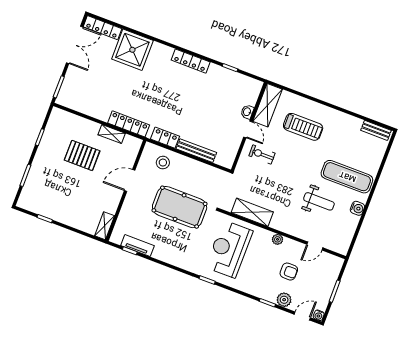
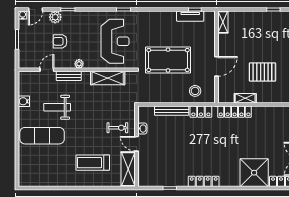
washbasin: (247, 112) -> (142, 129), moved
bench: (376, 130) -> (69, 76), moved
water cooler: (357, 208) -> (24, 101), moved

